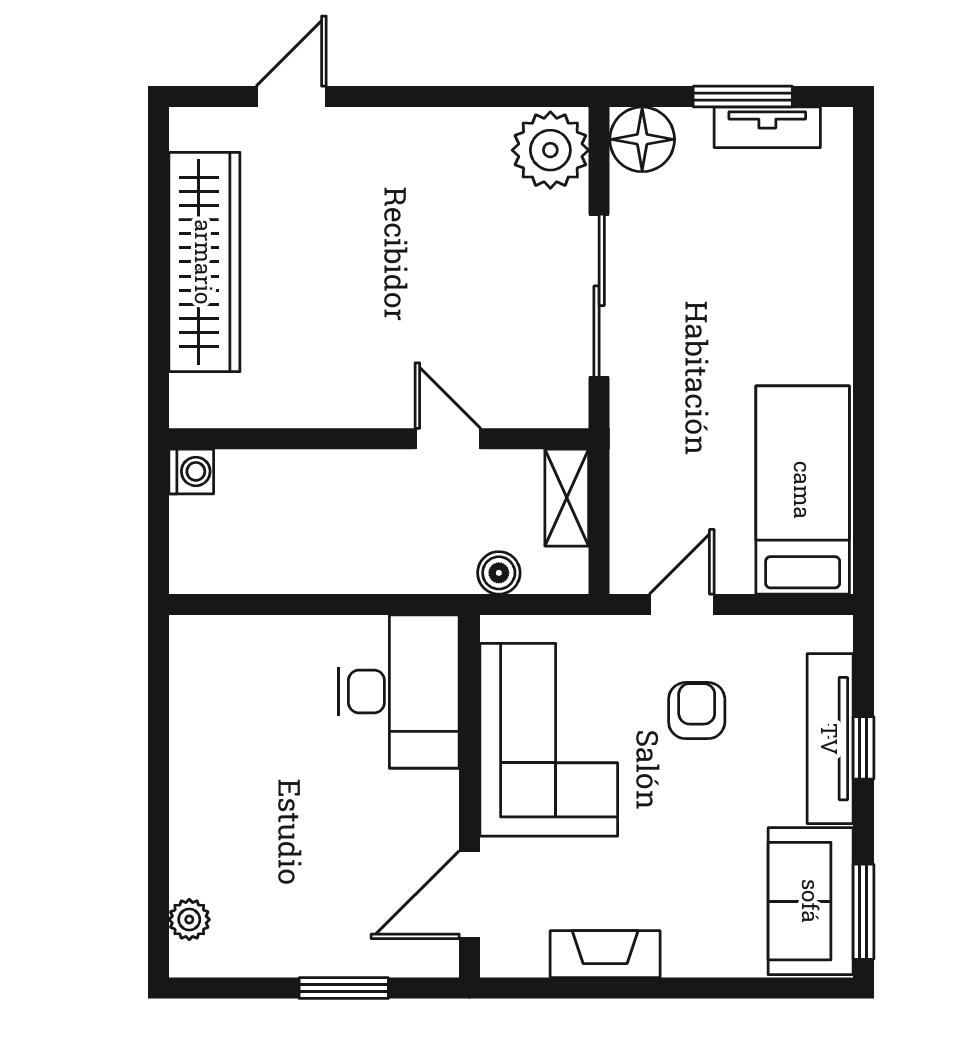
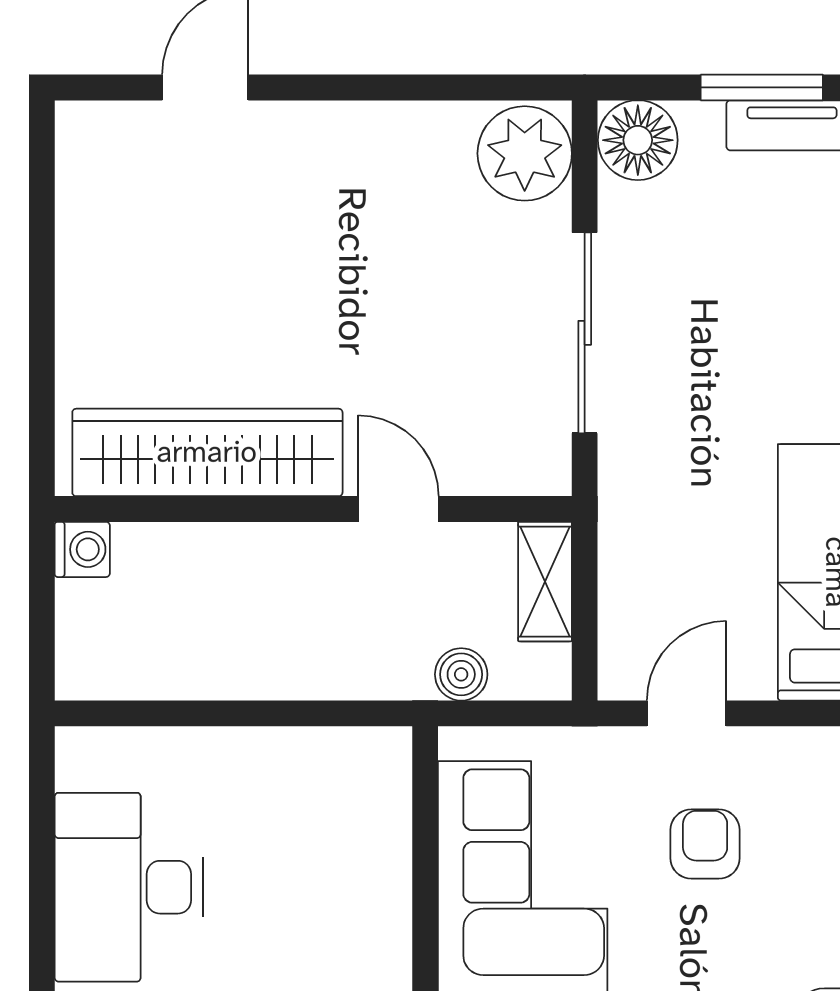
wardrobe: (204, 262) -> (207, 452), moved, turned -90
desk: (399, 691) -> (129, 887), moved, turned 180

